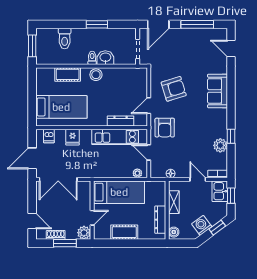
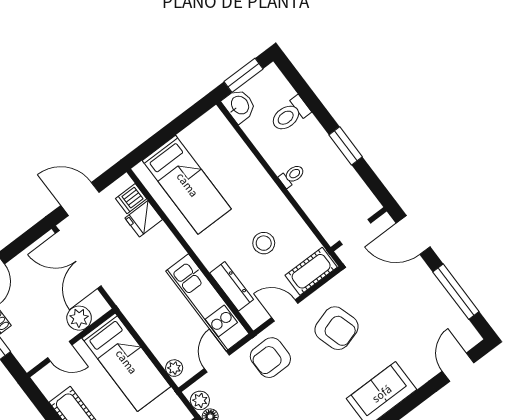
washbasin: (105, 58) -> (239, 105), moved
cot: (68, 74) -> (311, 271), moved, turned 90
stool: (96, 75) -> (264, 243), moved
fridge: (73, 137) -> (144, 219), moved
plant: (160, 173) -> (200, 400), added
plant: (84, 233) -> (79, 318), moved

